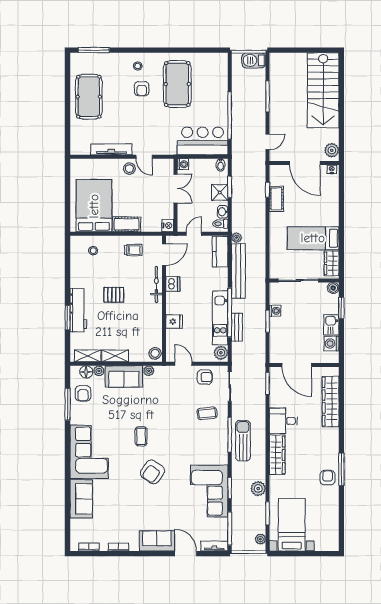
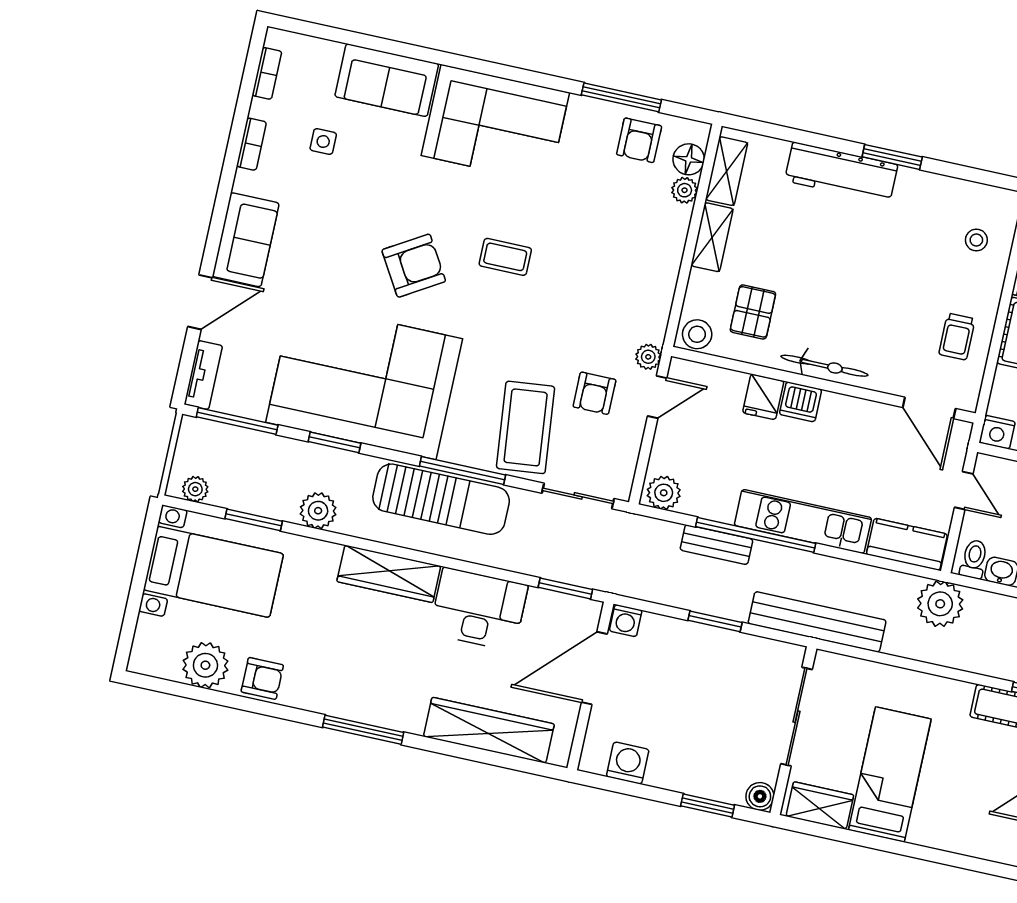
plant: (237, 238) -> (940, 604), width x1.88, depth x1.88
bench: (238, 271) -> (817, 622), moved
bicycle: (156, 284) -> (824, 366), moved
dishwasher: (173, 284) -> (801, 402), moved
pallet: (114, 295) -> (753, 312), moved
washing machine: (275, 311) -> (626, 621), moved
window: (68, 318) -> (892, 157), moved
kitchen unit: (220, 318) -> (803, 521), moved
kitchen sink: (331, 325) -> (673, 773), removed
plant: (149, 371) -> (648, 357), moved
sofa: (124, 376) -> (658, 247), removed
armchair: (205, 377) -> (594, 393), moved
armchair: (83, 393) -> (639, 140), turned -90
coffee table: (207, 413) -> (526, 427), width x1.86, depth x1.72
desk: (283, 421) -> (479, 609), width x1.37
sun lounger: (243, 441) -> (441, 499), width x1.36, depth x1.34
window: (341, 469) -> (363, 730), moved
armchair: (153, 472) -> (414, 266), turned 114
armchair: (328, 478) -> (262, 678), moved
corner sofa: (209, 491) -> (364, 381), width x1.36, depth x1.36
side table: (111, 519) -> (323, 142), added
plant: (329, 520) -> (205, 665), added

